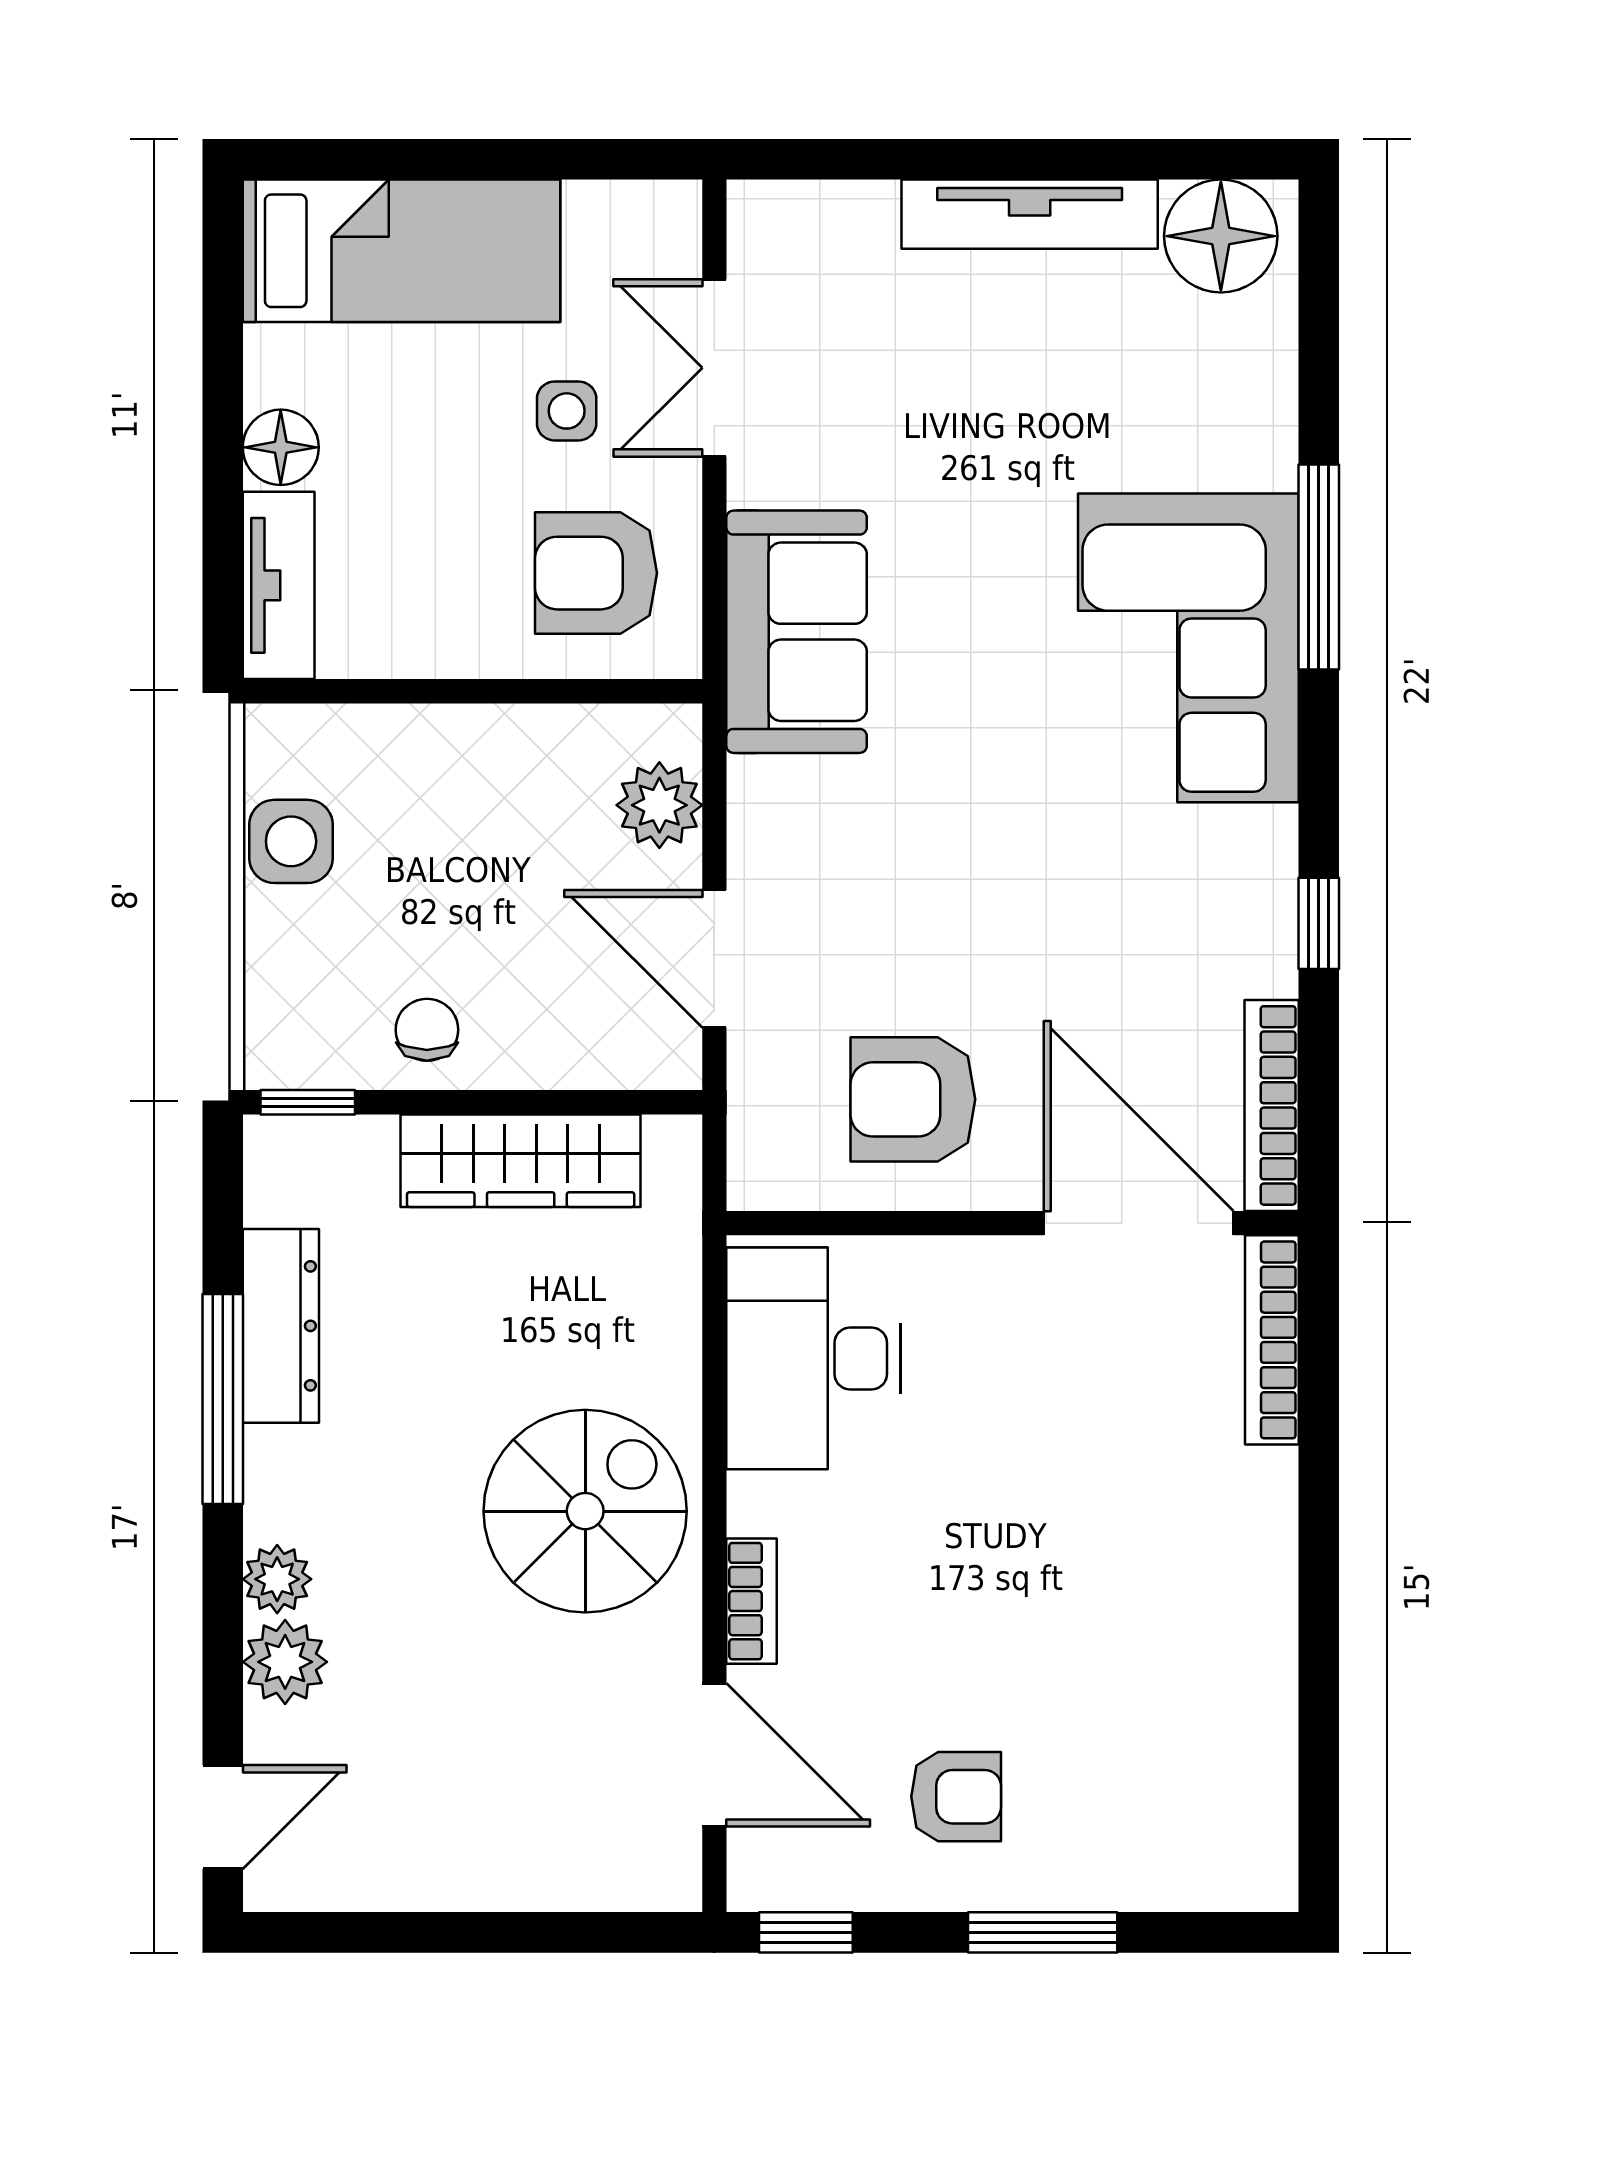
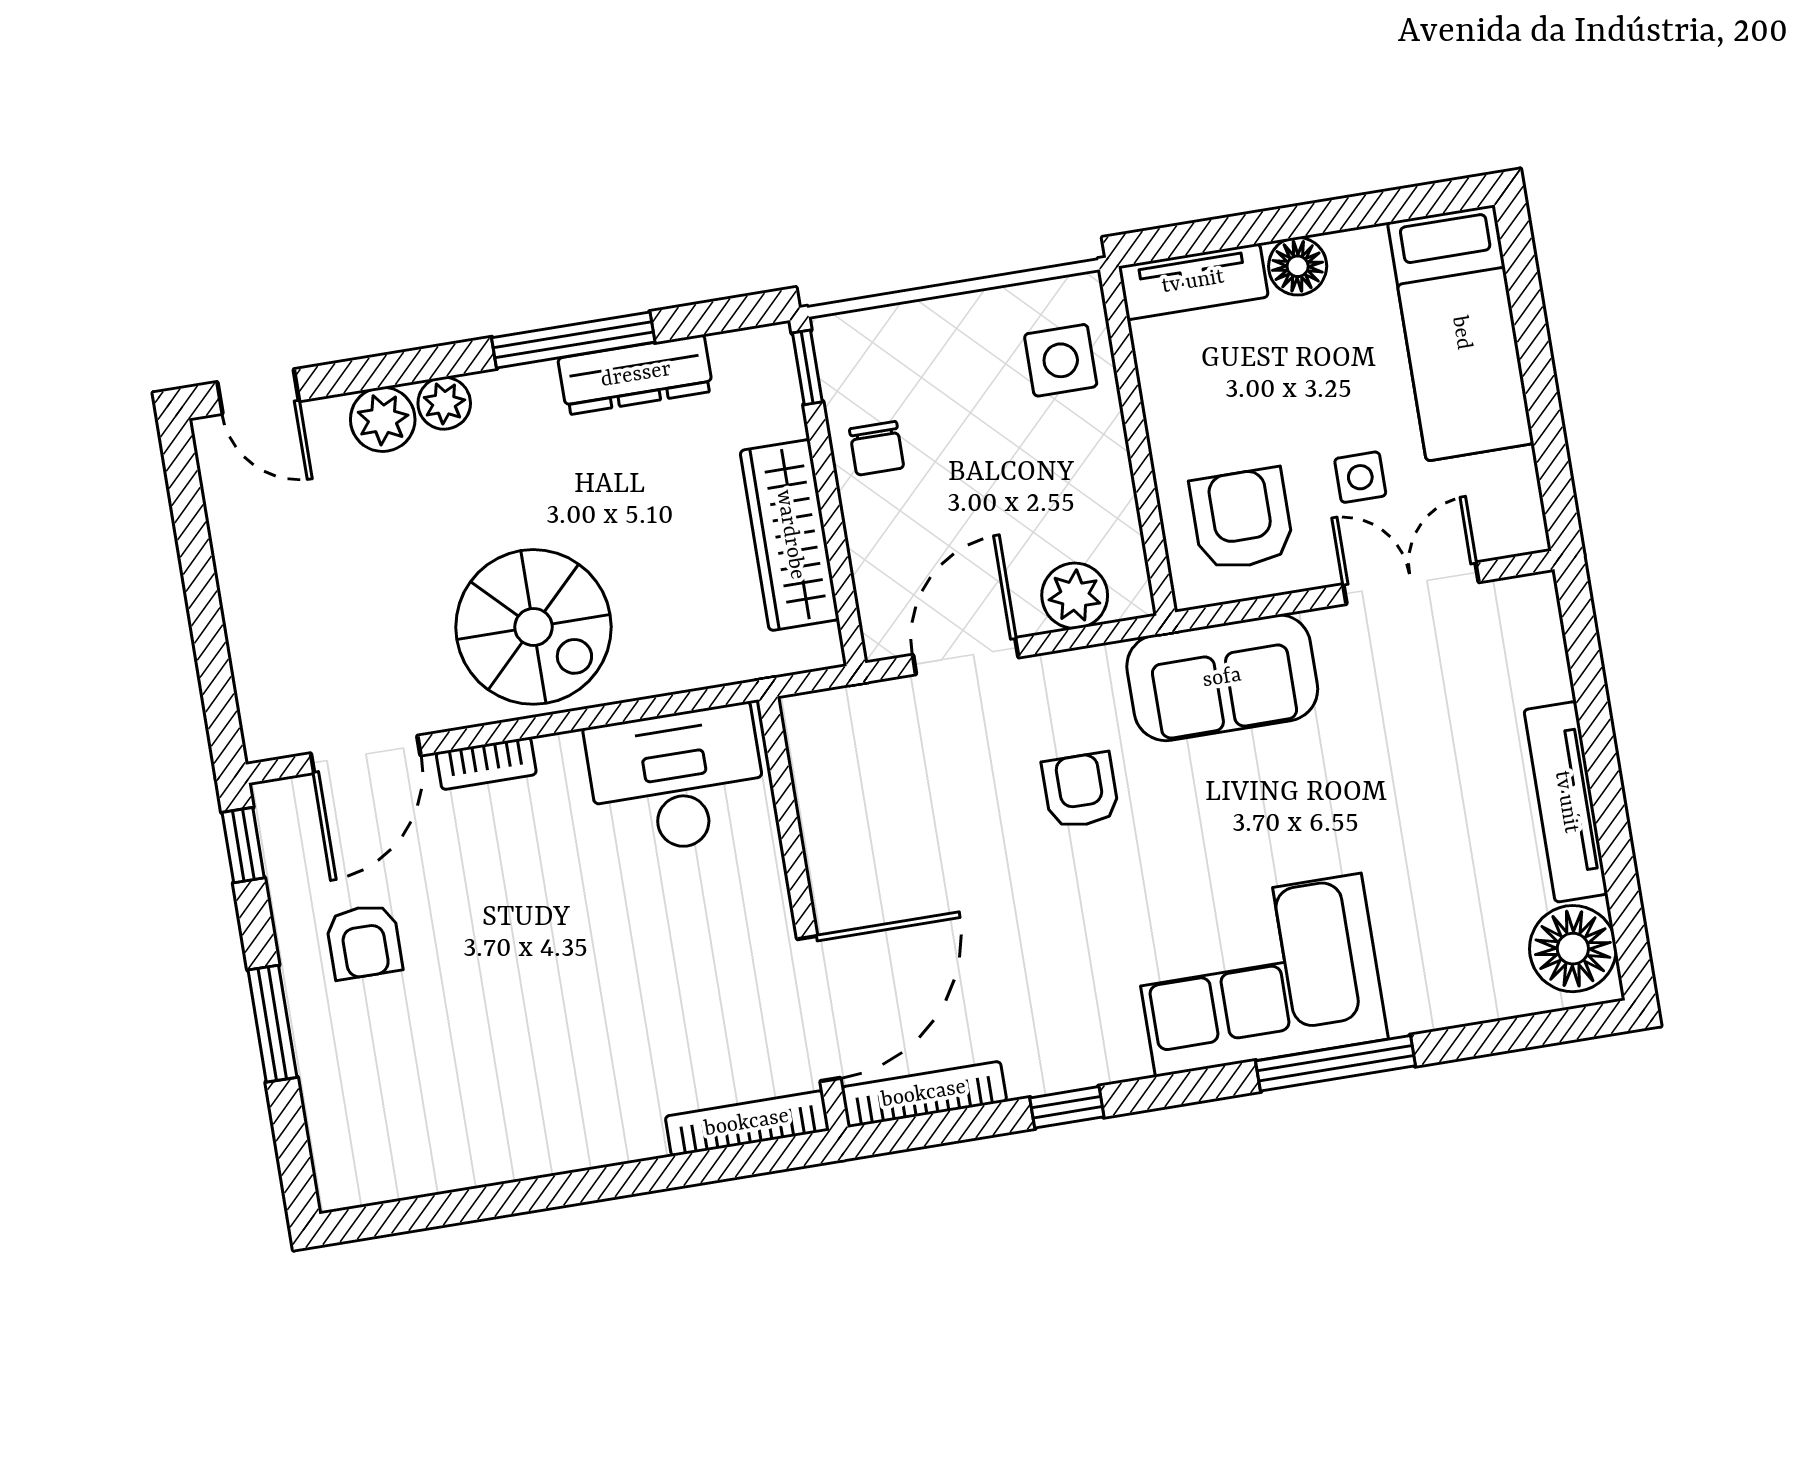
side table: (291, 841) -> (1061, 360), moved
chair: (427, 1030) -> (877, 448), turned 90
armchair: (913, 1099) -> (1081, 790), moved, width x0.72, depth x0.72

